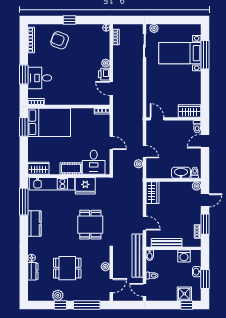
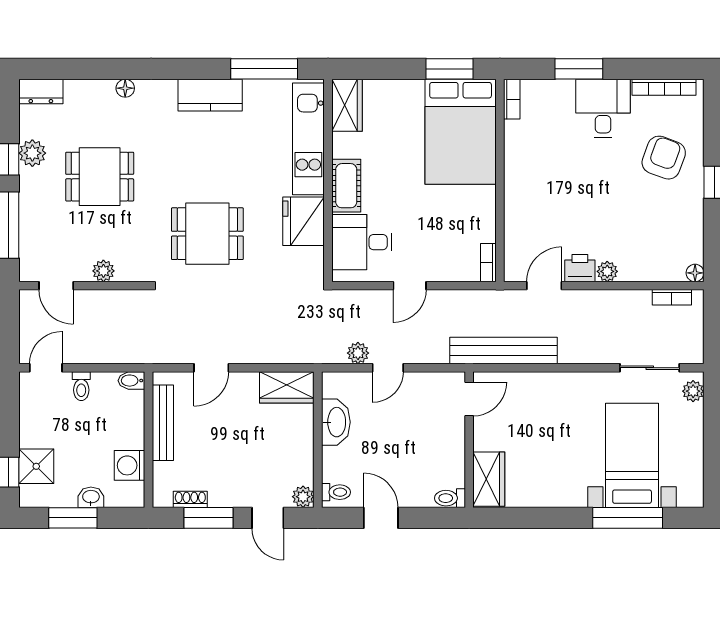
desk: (40, 78) -> (603, 108), moved
door: (205, 141) -> (381, 518), moved
washbasin: (181, 173) -> (336, 422), moved
bench: (138, 256) -> (503, 351), moved
dining table: (67, 268) -> (100, 177), turned 90
dresser: (33, 271) -> (41, 91), moved

